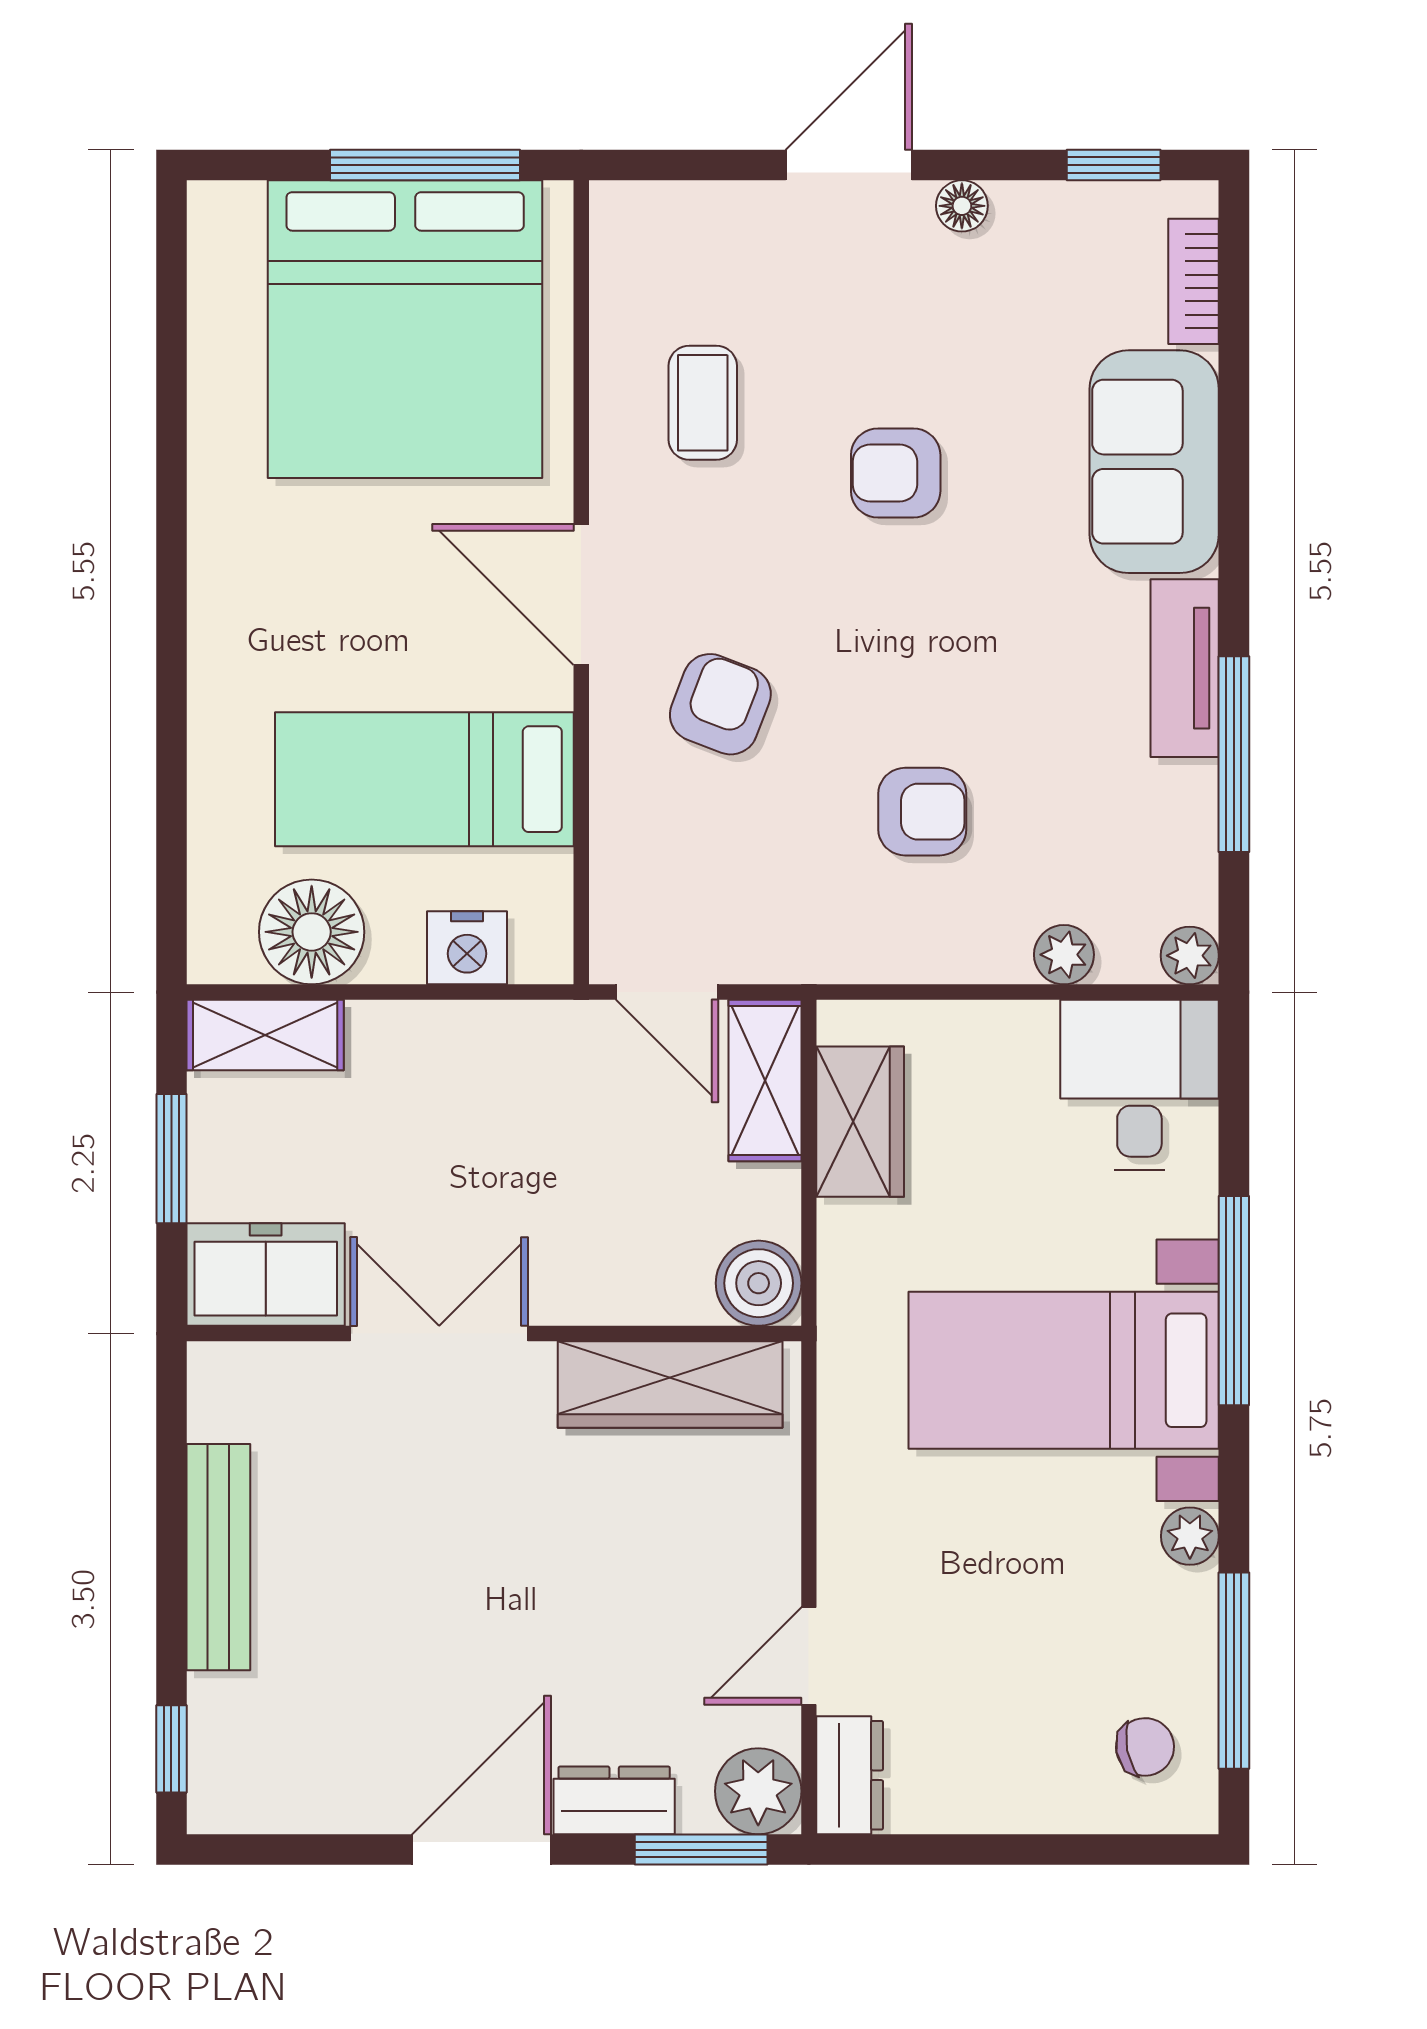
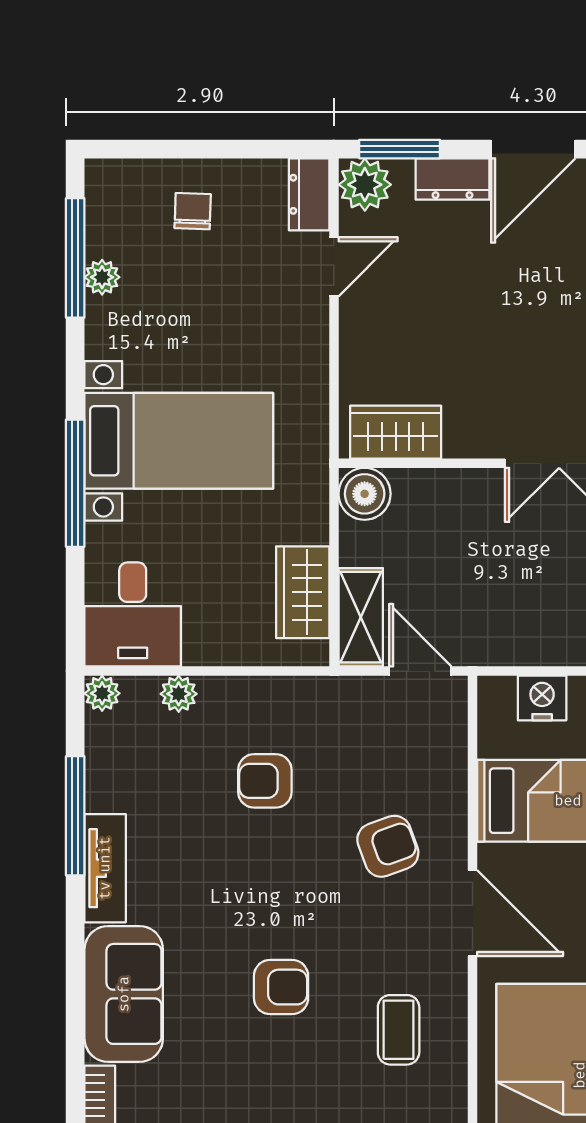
armchair: (720, 704) -> (388, 846), turned -131
wardrobe: (670, 1385) -> (396, 432), width x0.67
plant: (1190, 1536) -> (102, 277), moved
chair: (1145, 1747) -> (193, 211), moved, turned 103

